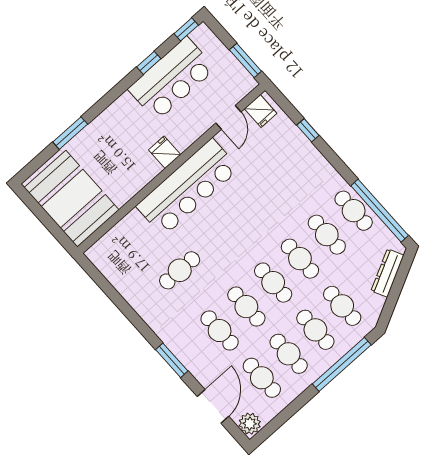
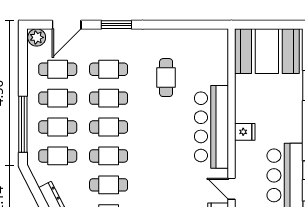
door: (213, 406) -> (67, 25), hinge flipped

